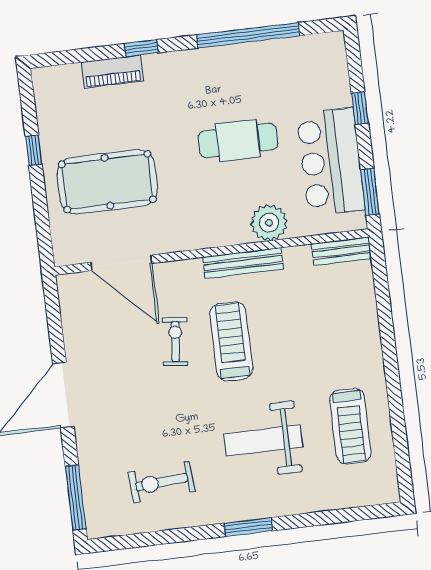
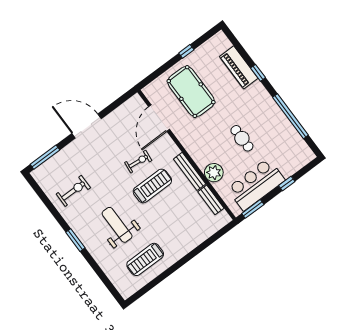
piano: (112, 72) -> (239, 67), width x1.37, depth x1.33
cafe table: (238, 140) -> (242, 138), width x0.73, depth x0.74
bench: (341, 251) -> (211, 200), moved
exercise bike: (162, 482) -> (73, 191), turned 94

